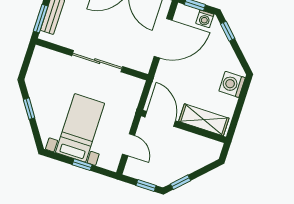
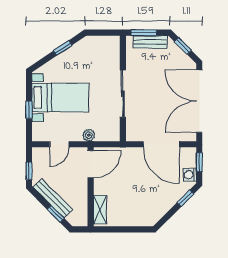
washing machine: (232, 84) -> (141, 217), removed
plant: (129, 111) -> (89, 135), added
shelving: (204, 120) -> (100, 210), width x0.67, depth x0.75
bench: (183, 170) -> (53, 198), added
window: (181, 182) -> (56, 214), moved

